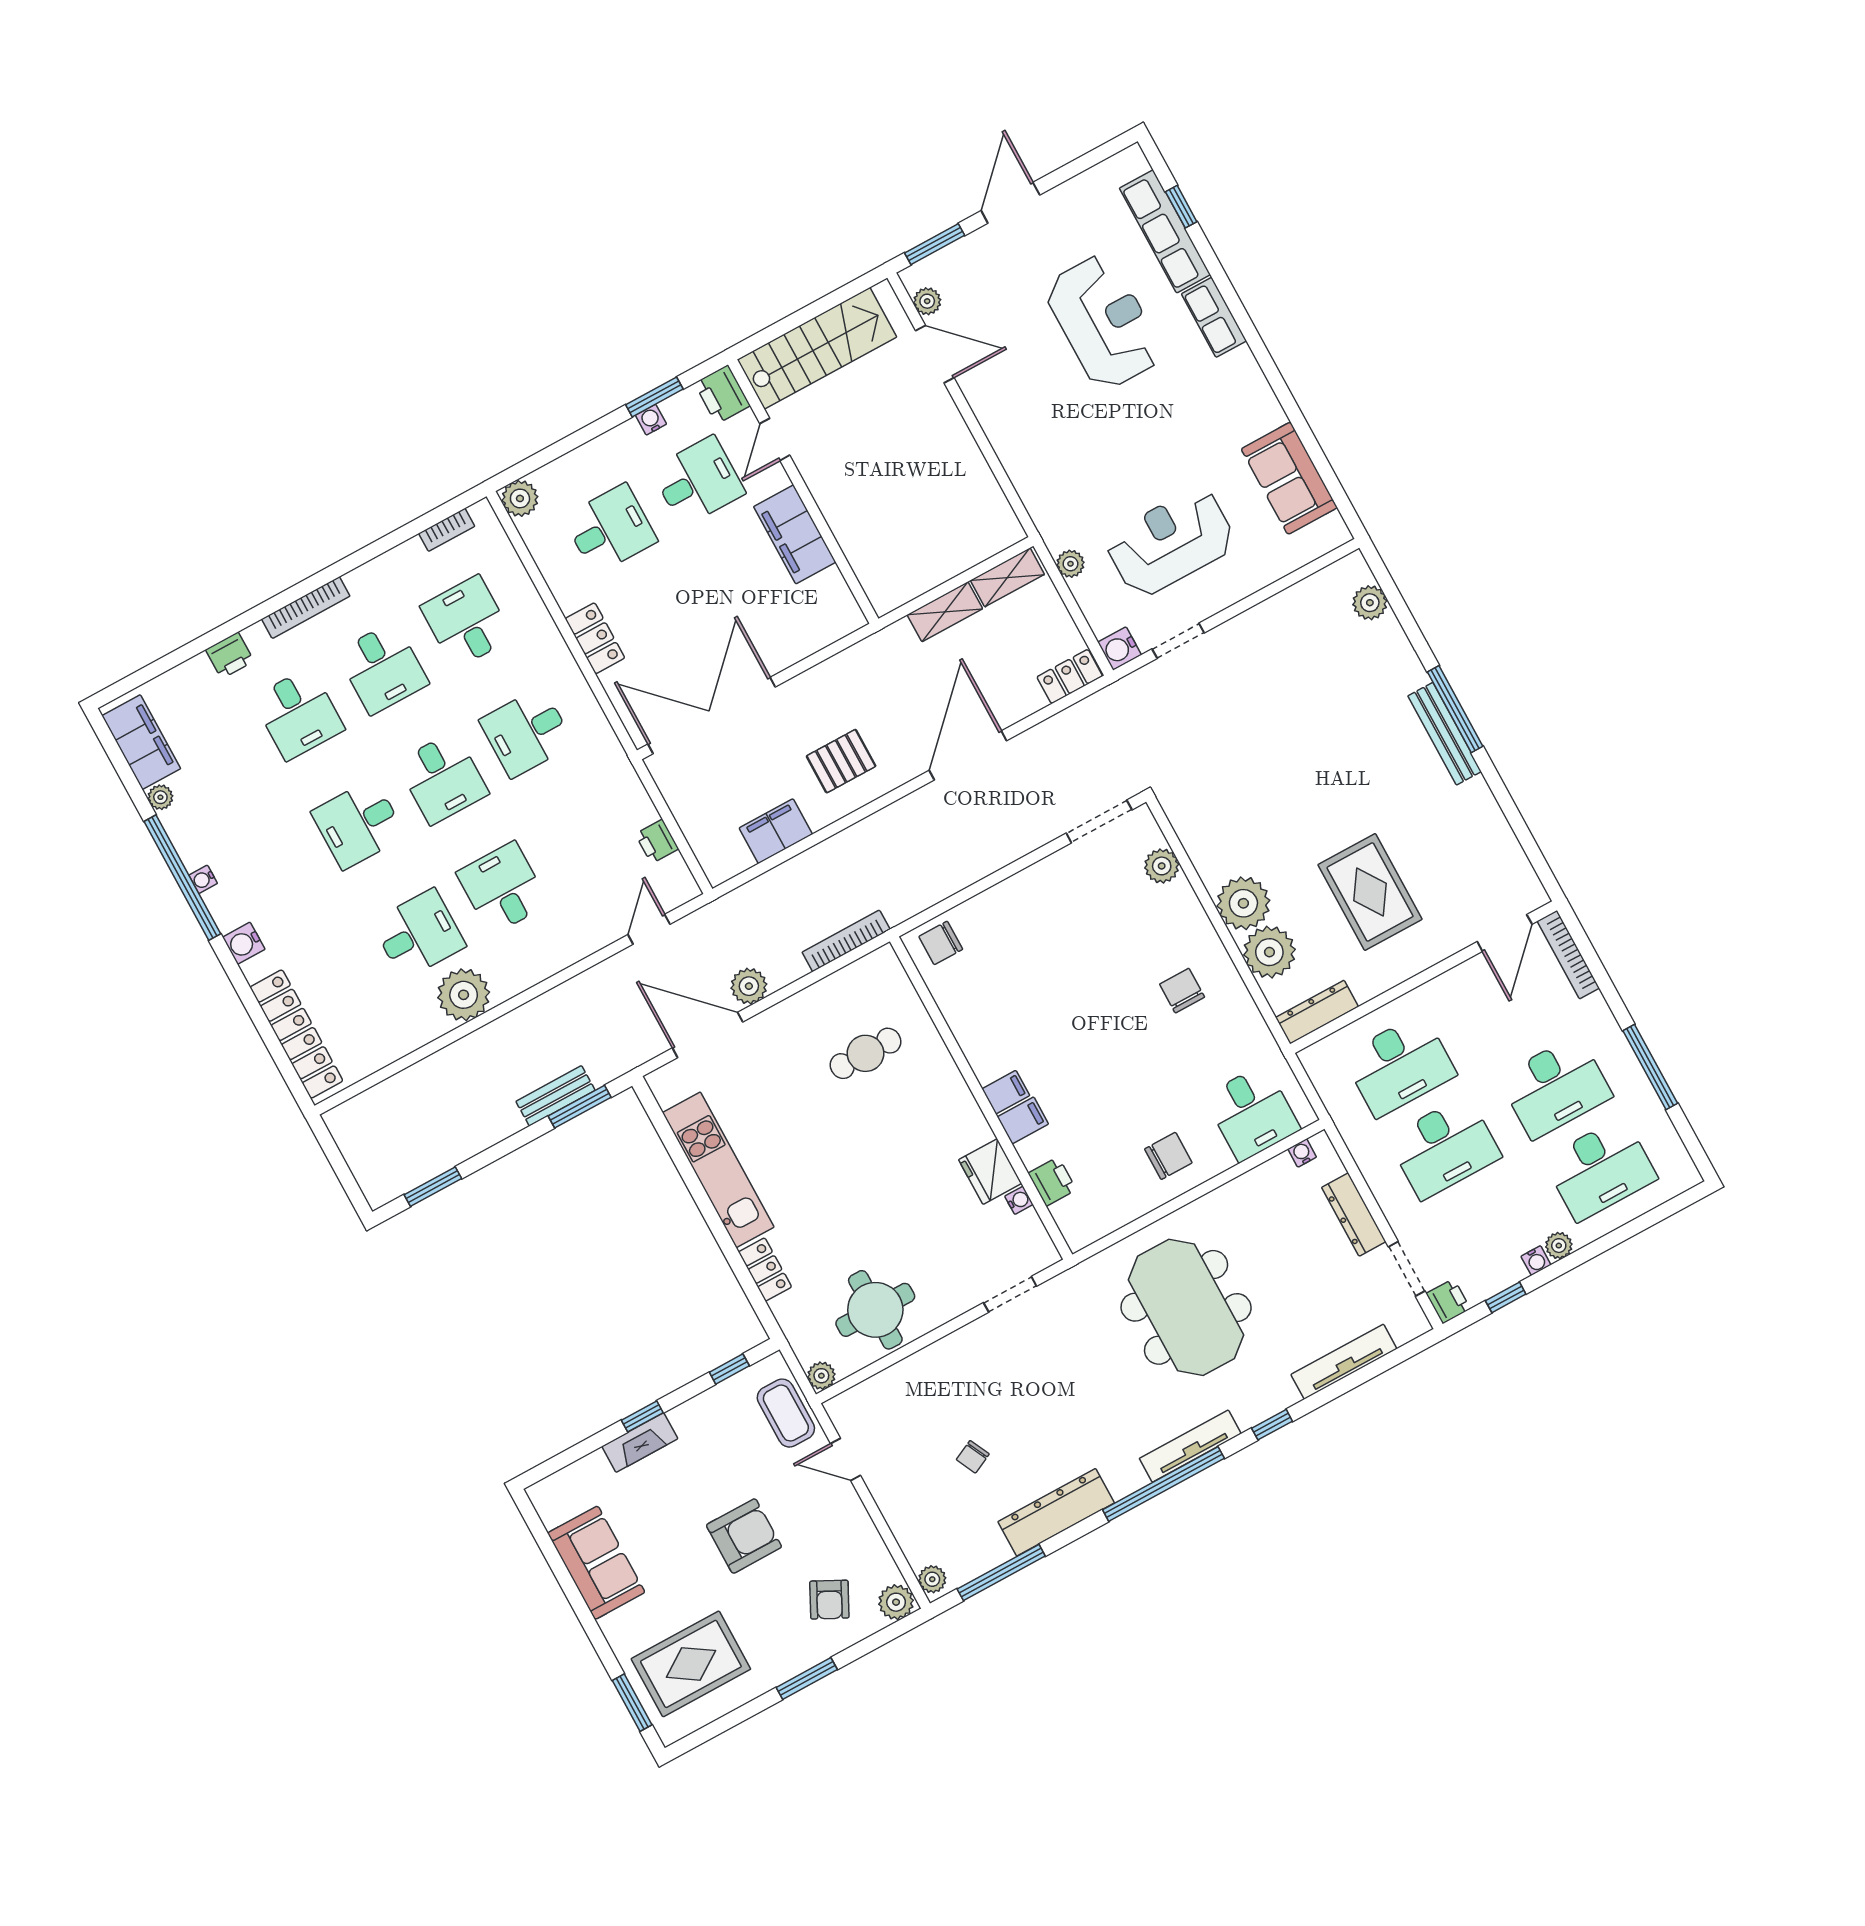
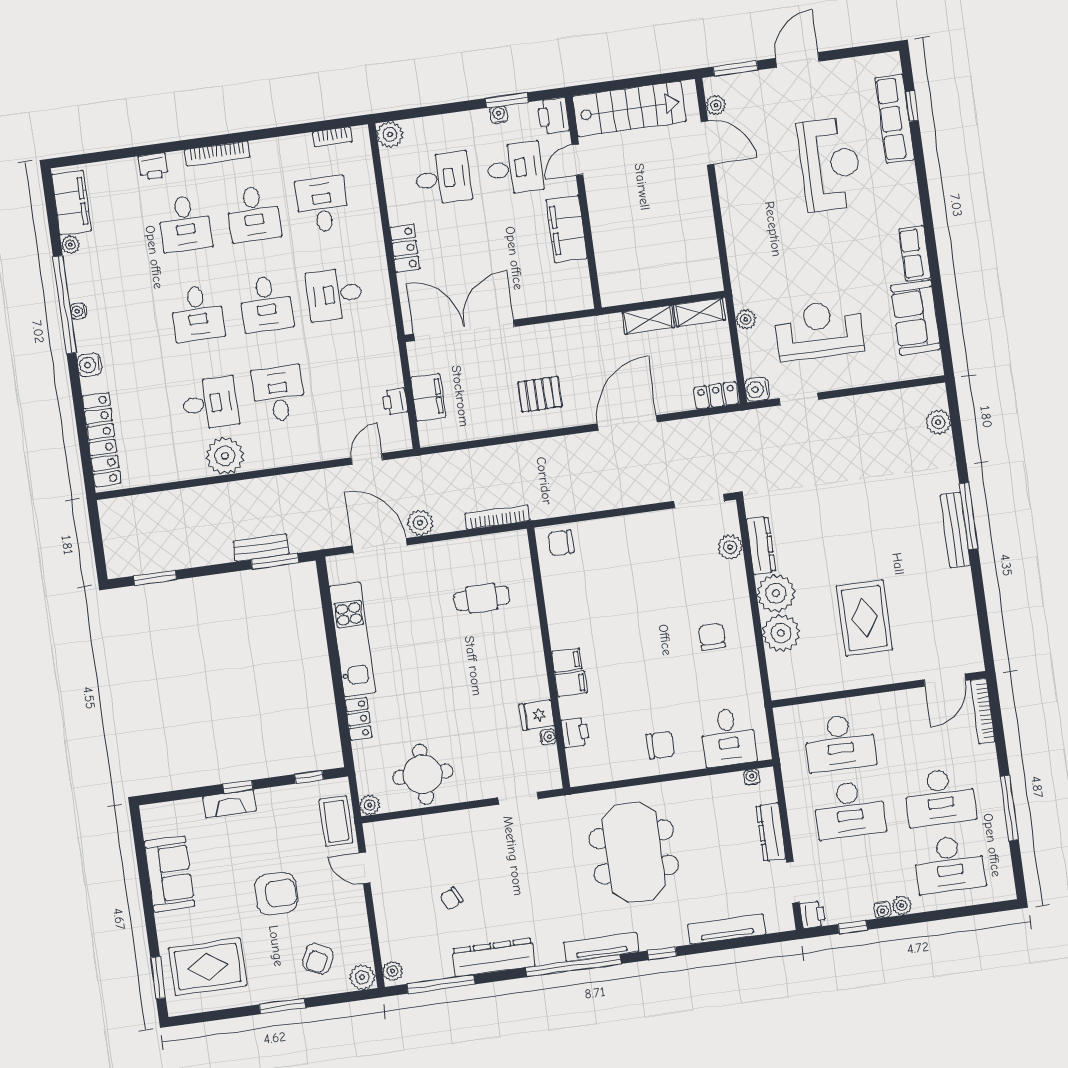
row of seats: (1214, 317) -> (915, 253), moved
desk: (358, 824) -> (197, 313), turned -90
filing cabinet: (776, 831) -> (428, 397), moved, turned 90
dresser: (1317, 1012) -> (761, 545), moved, turned 90
fridge: (990, 1172) -> (537, 715), width x0.72

